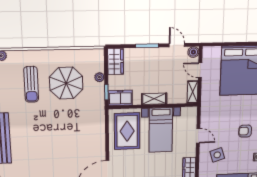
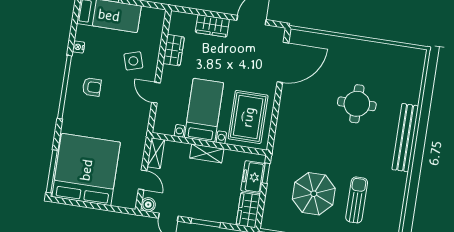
plant: (99, 77) -> (271, 194), removed
freezer: (120, 98) -> (253, 177), moved, turned 90
round table: (46, 156) -> (357, 104), added

